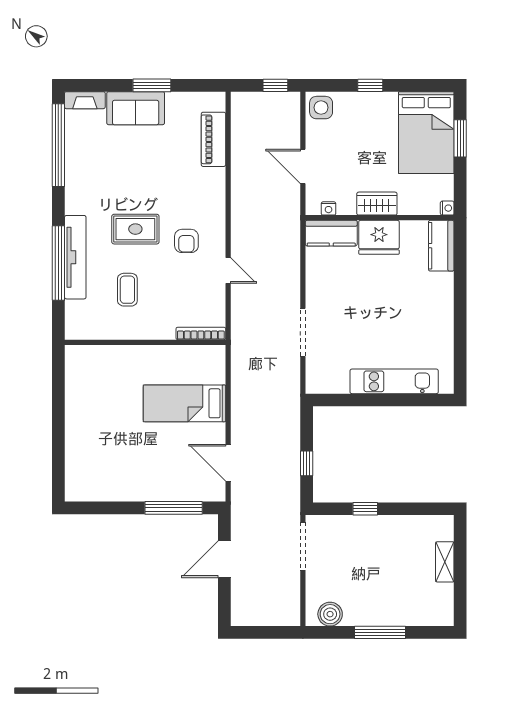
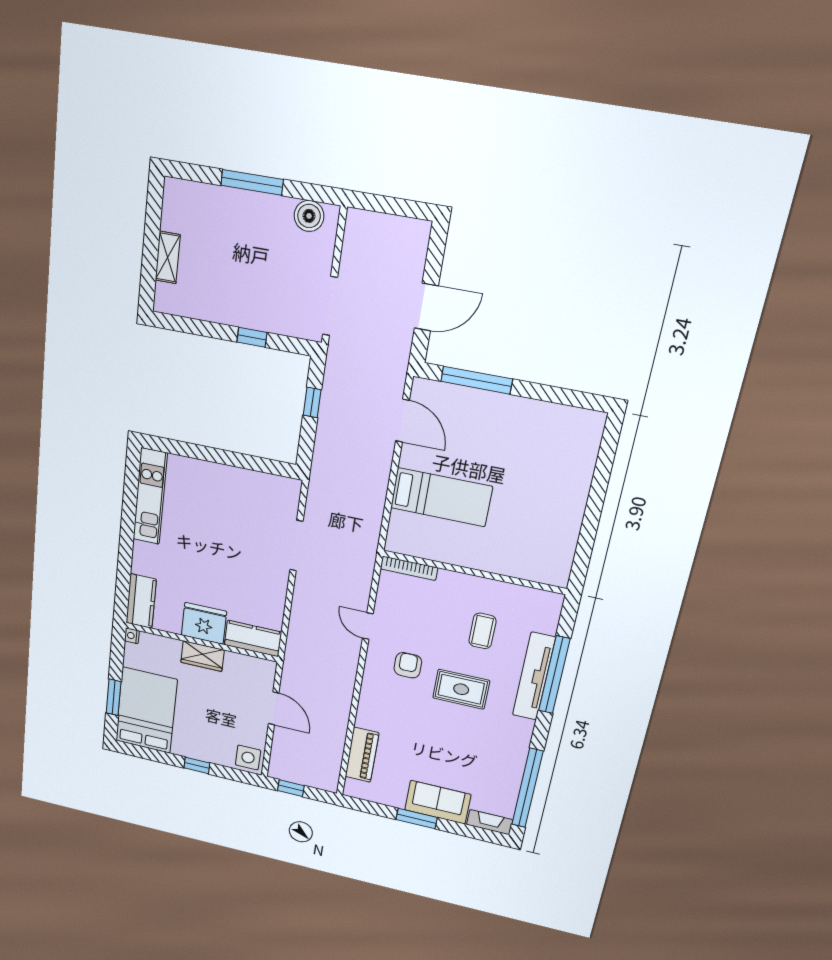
nightstand: (329, 208) -> (253, 663), removed
kitchen unit: (394, 381) -> (150, 496), moved, turned -90

